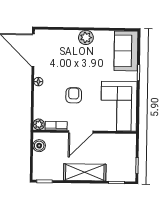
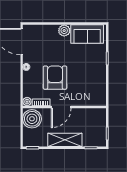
sofa: (126, 51) -> (87, 34), moved, turned -90
armchair: (74, 95) -> (55, 78), width x1.88, depth x1.88
corner sofa: (119, 106) -> (92, 86), removed
boiler: (39, 146) -> (32, 119), width x1.86, depth x1.86

